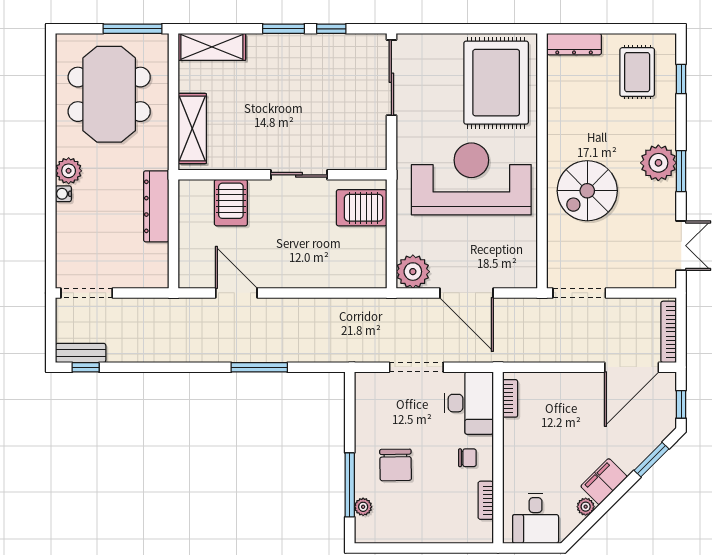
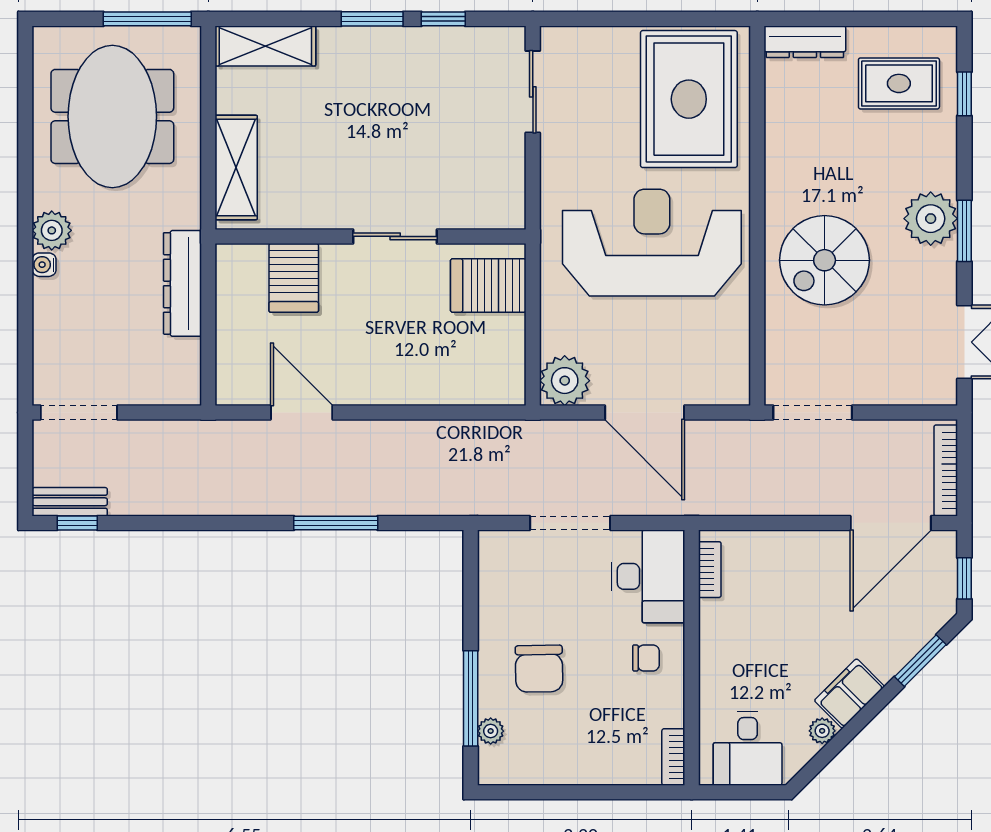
rug: (637, 72) -> (899, 83), turned 90
sliding door: (391, 78) -> (533, 92), width x0.73
bookcase: (486, 500) -> (673, 757), moved

